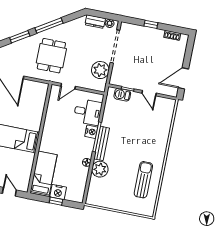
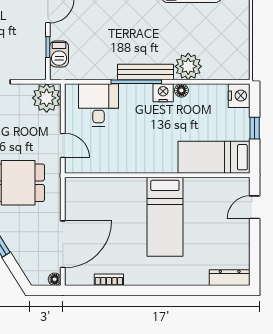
plant: (100, 70) -> (47, 98), moved
nightstand: (91, 132) -> (163, 93), moved
nightstand: (58, 192) -> (239, 96), moved

